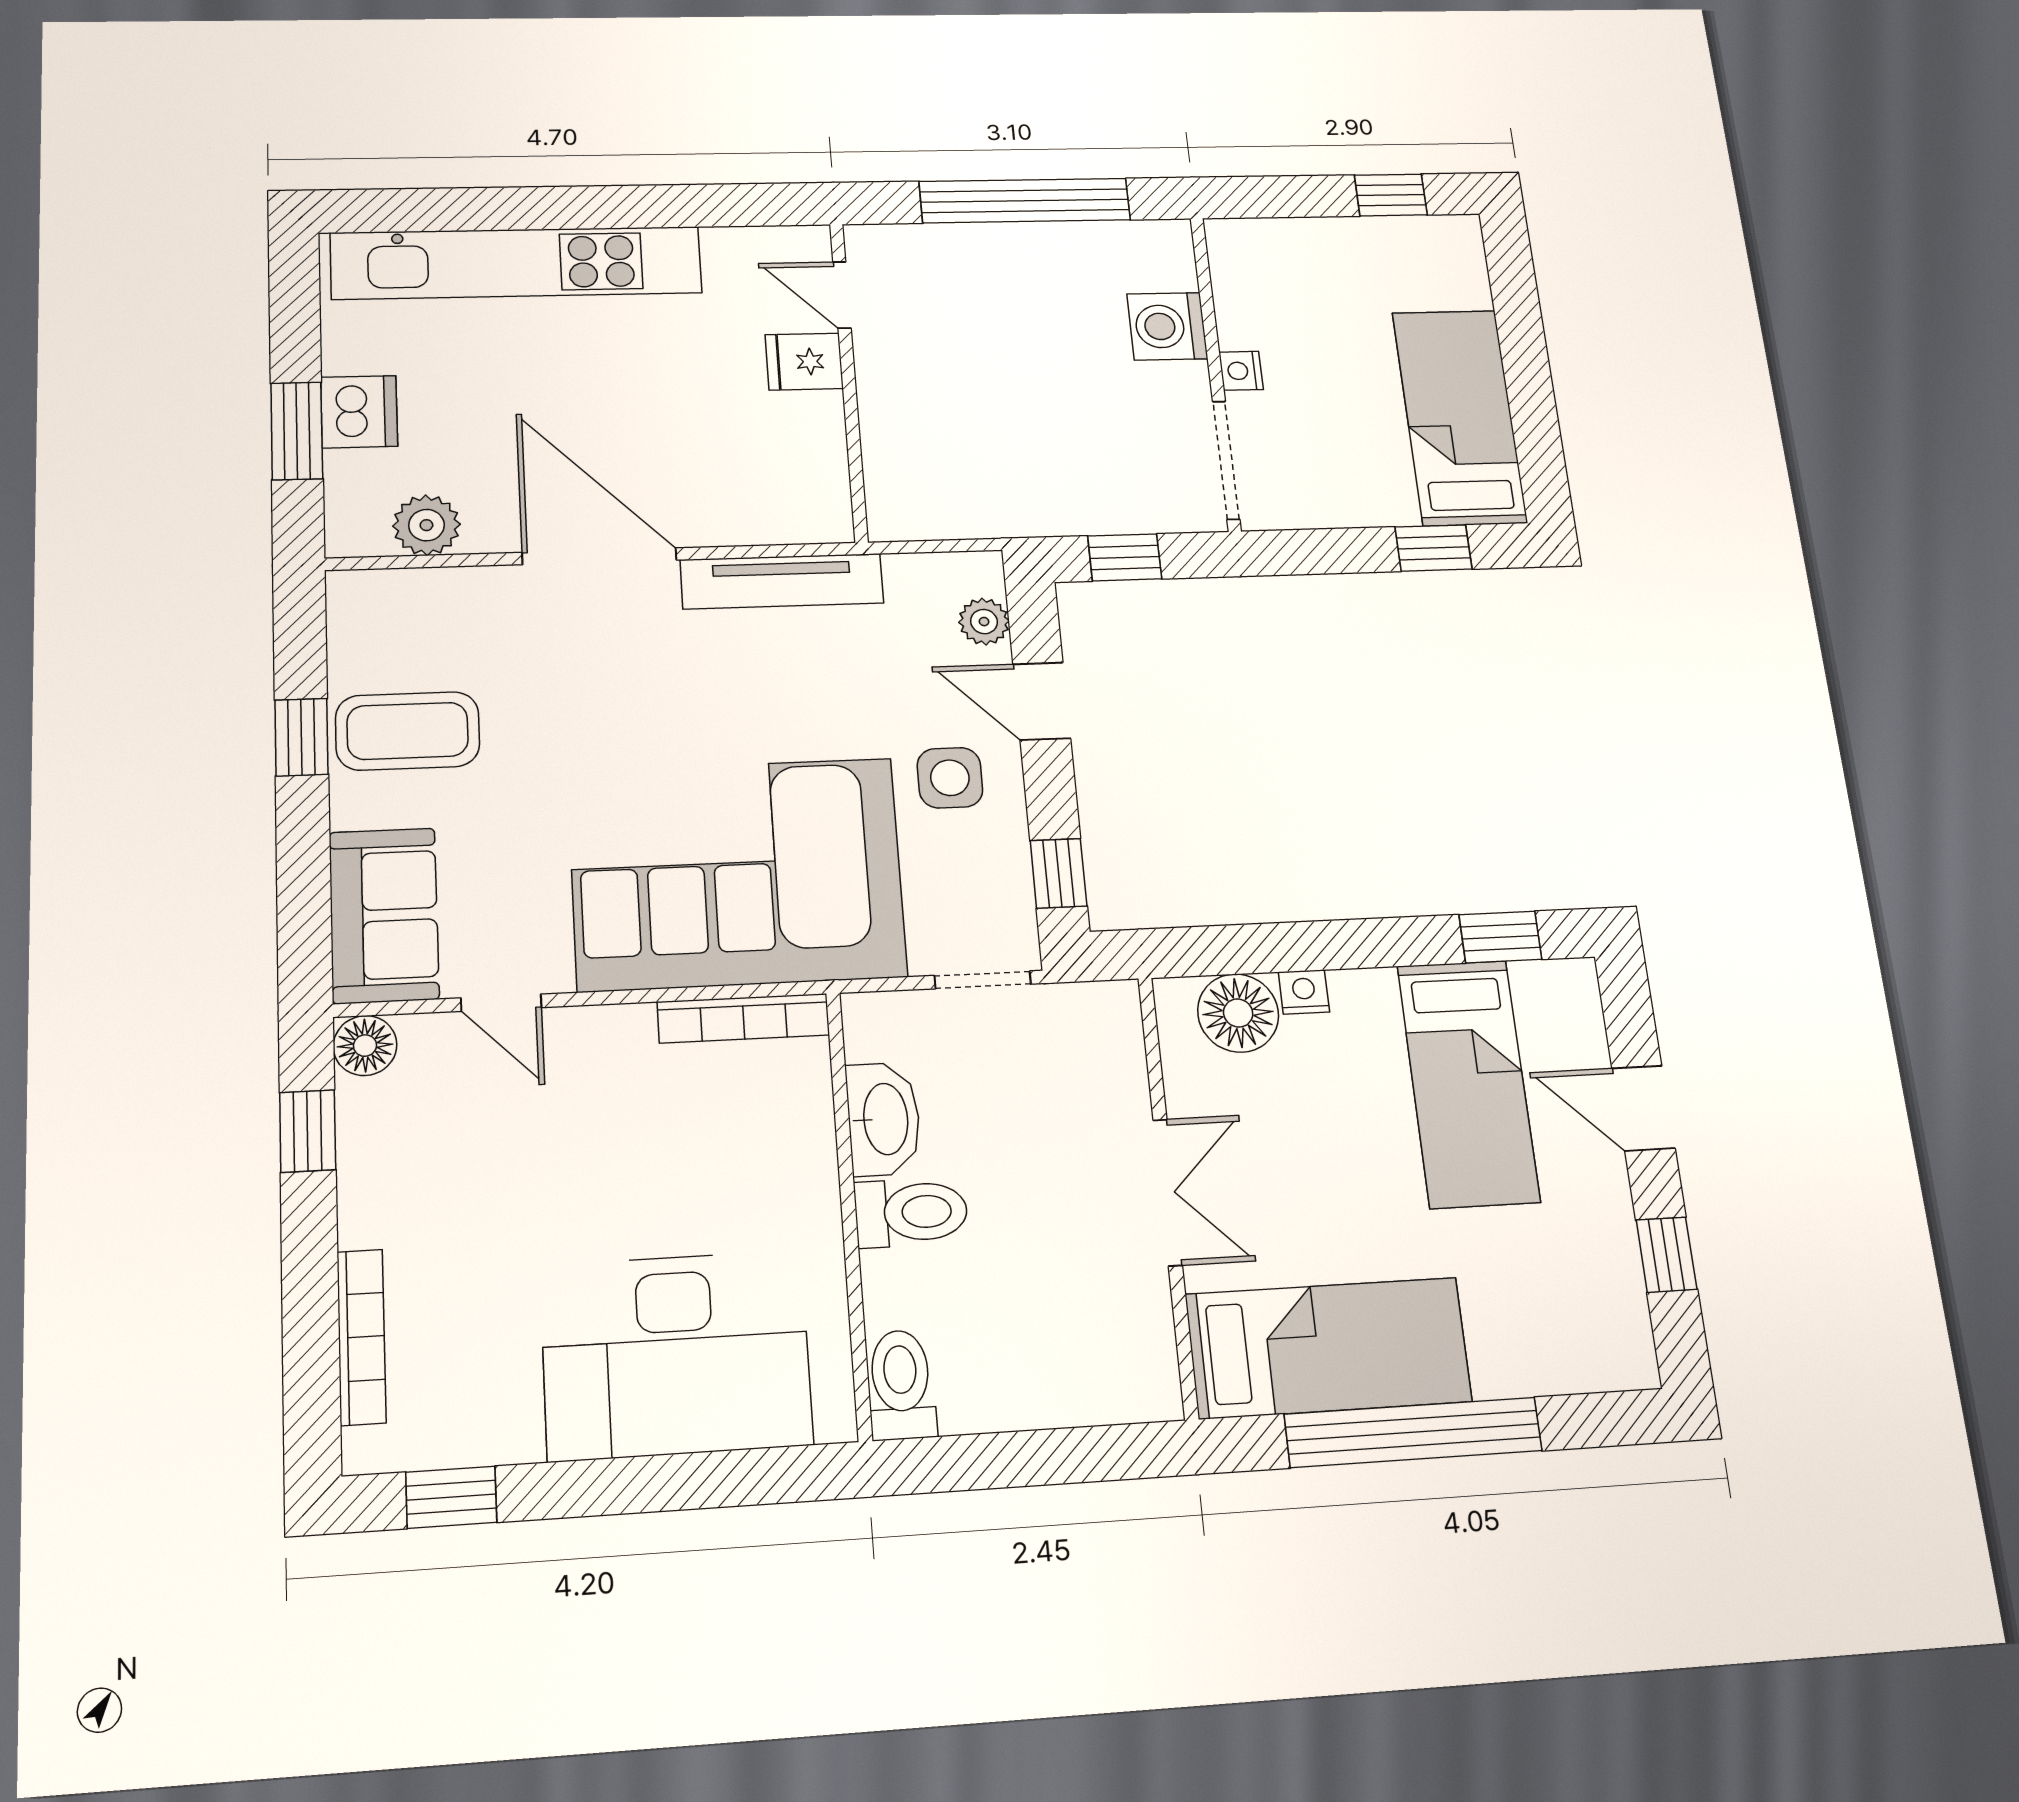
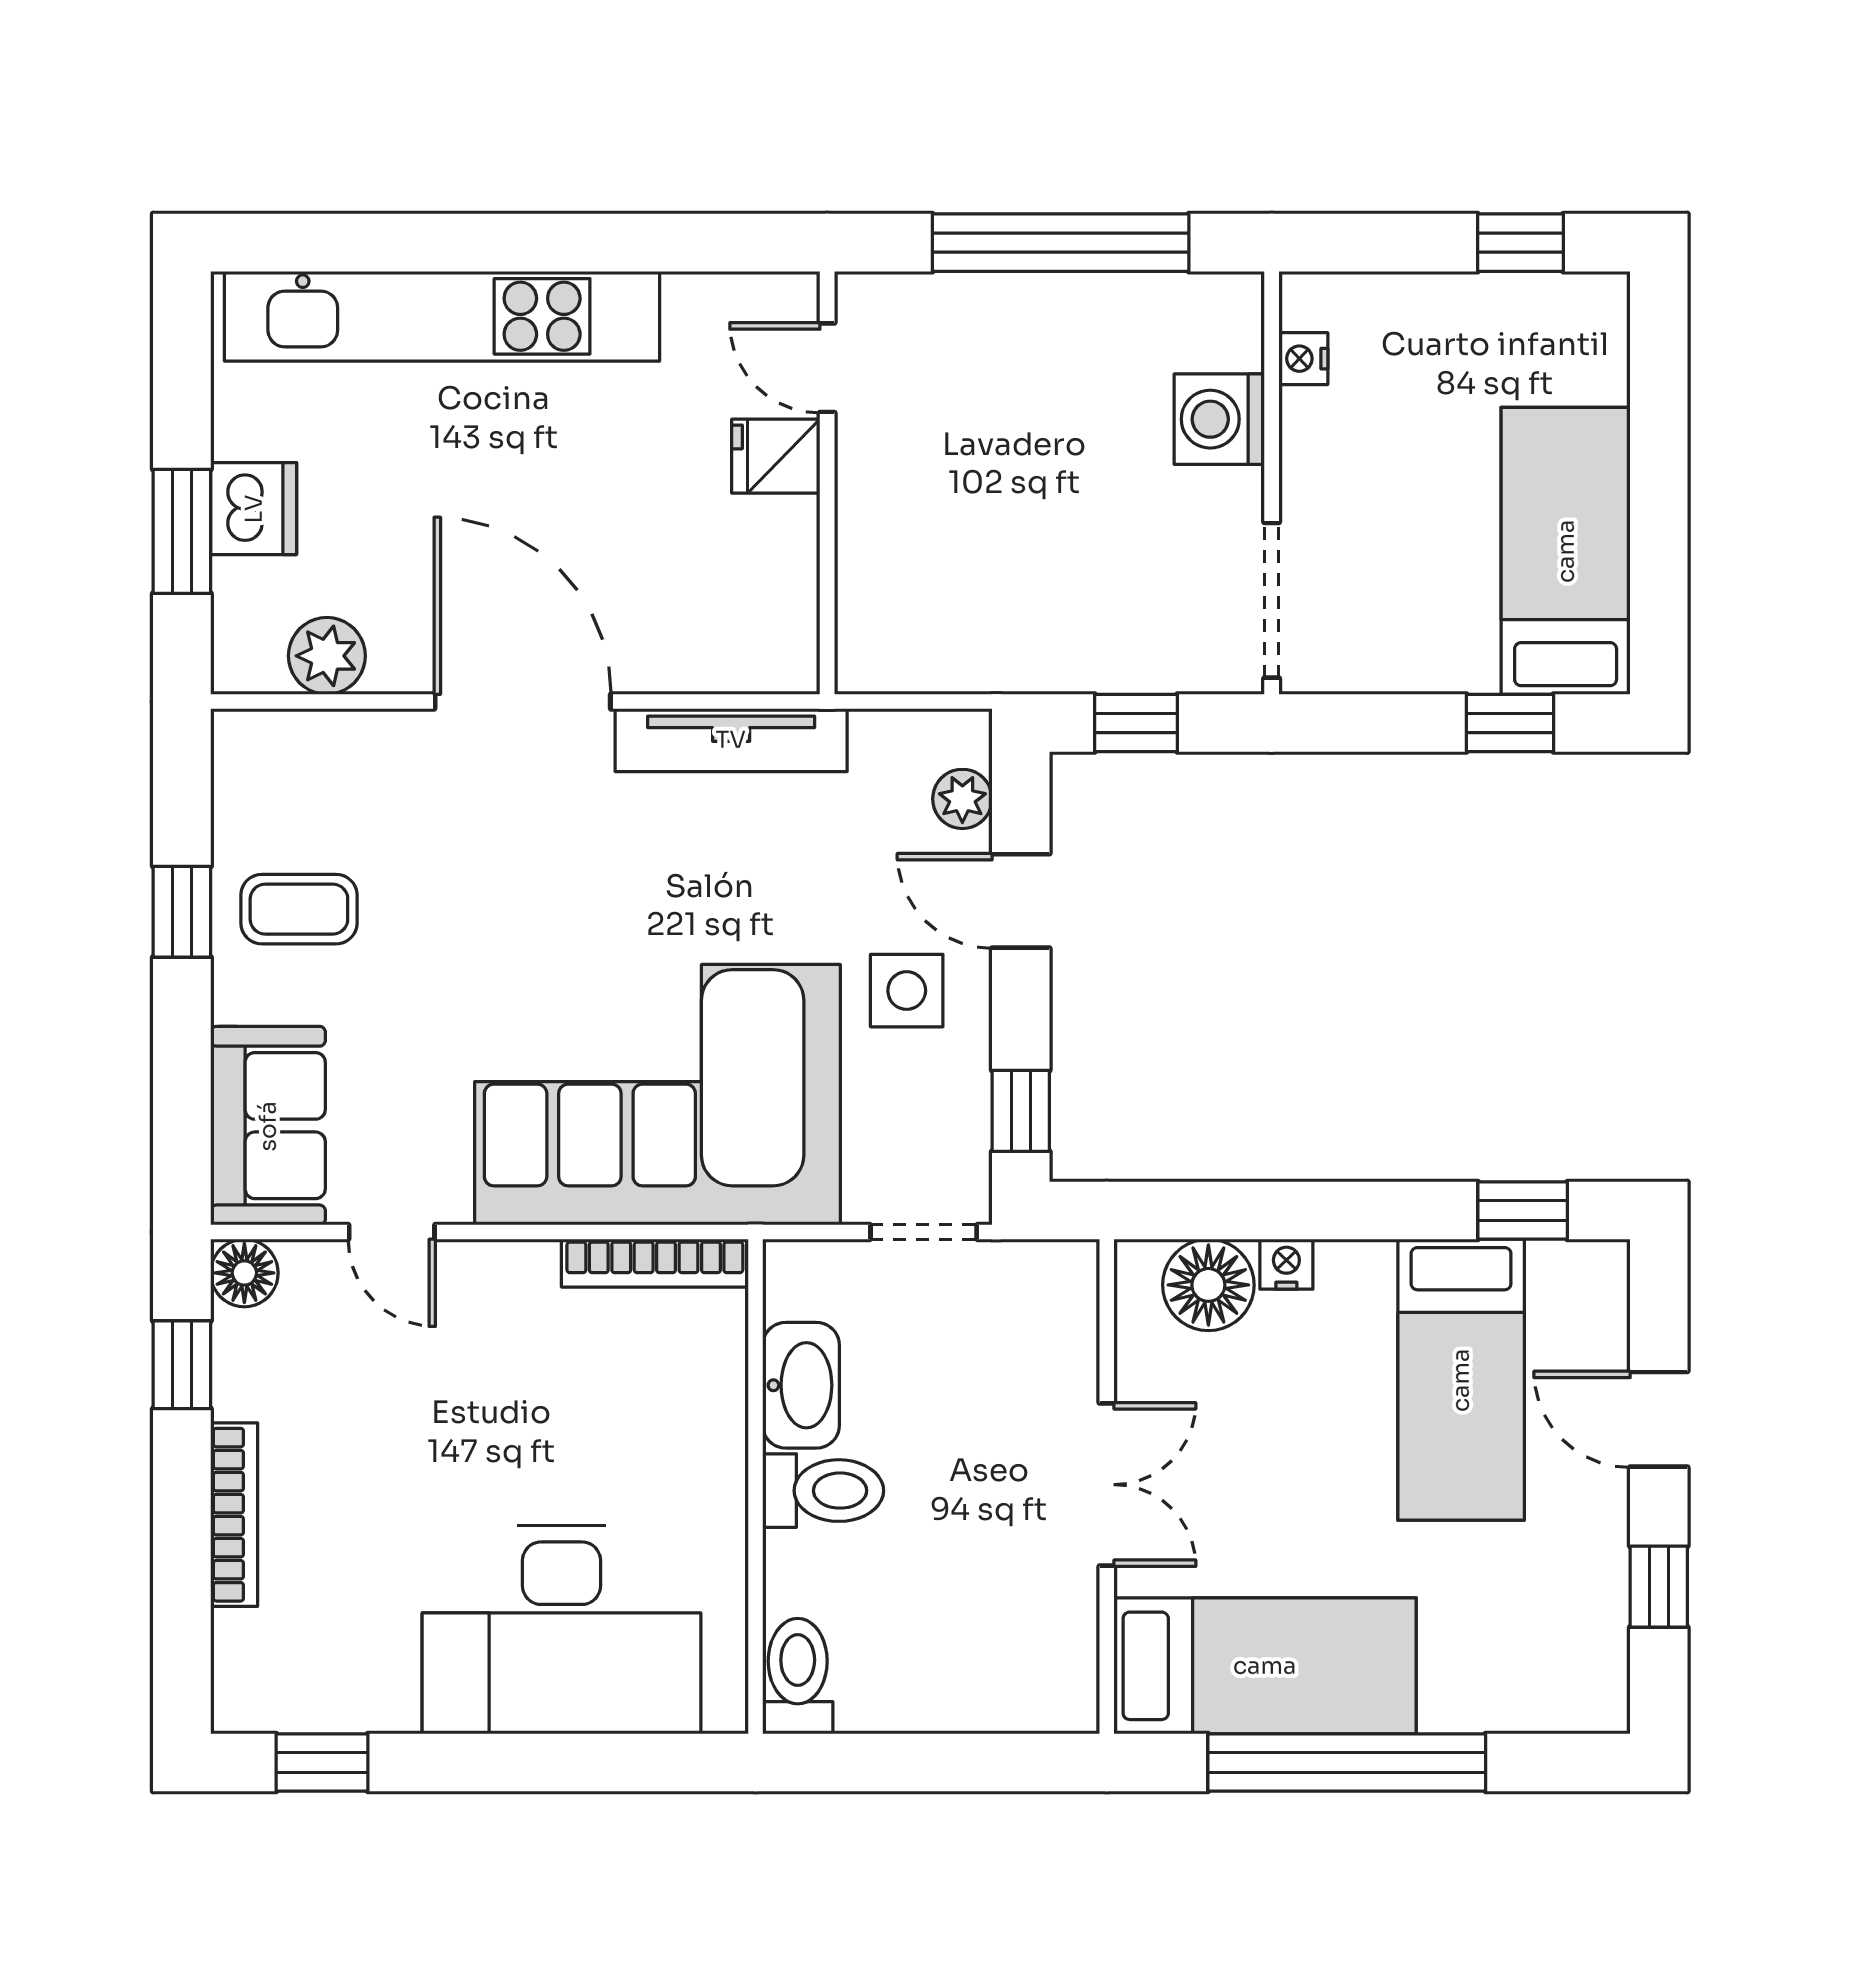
nightstand: (1241, 371) -> (1303, 359), moved
coffee table: (408, 731) -> (299, 909), width x0.73, depth x0.77
bookcase: (361, 1337) -> (234, 1515), moved

